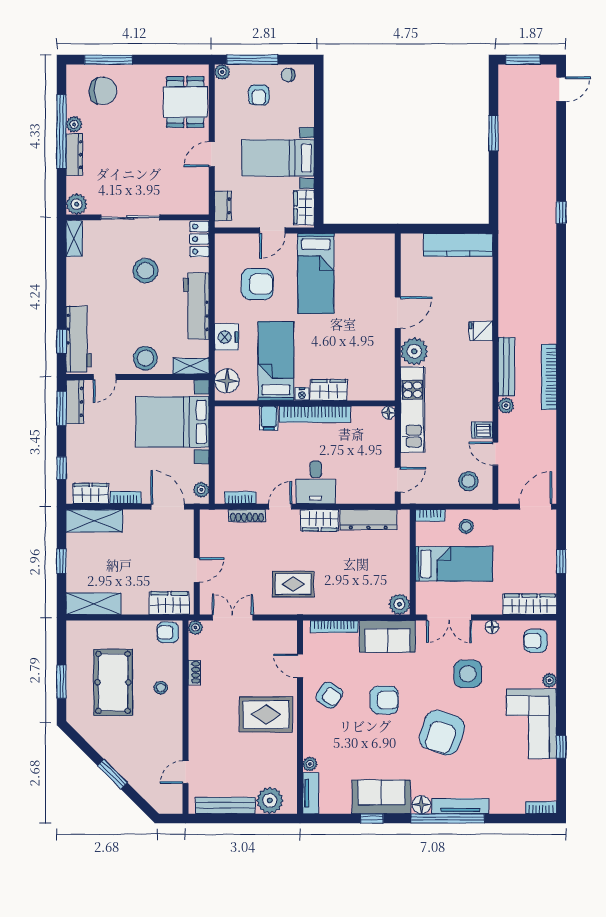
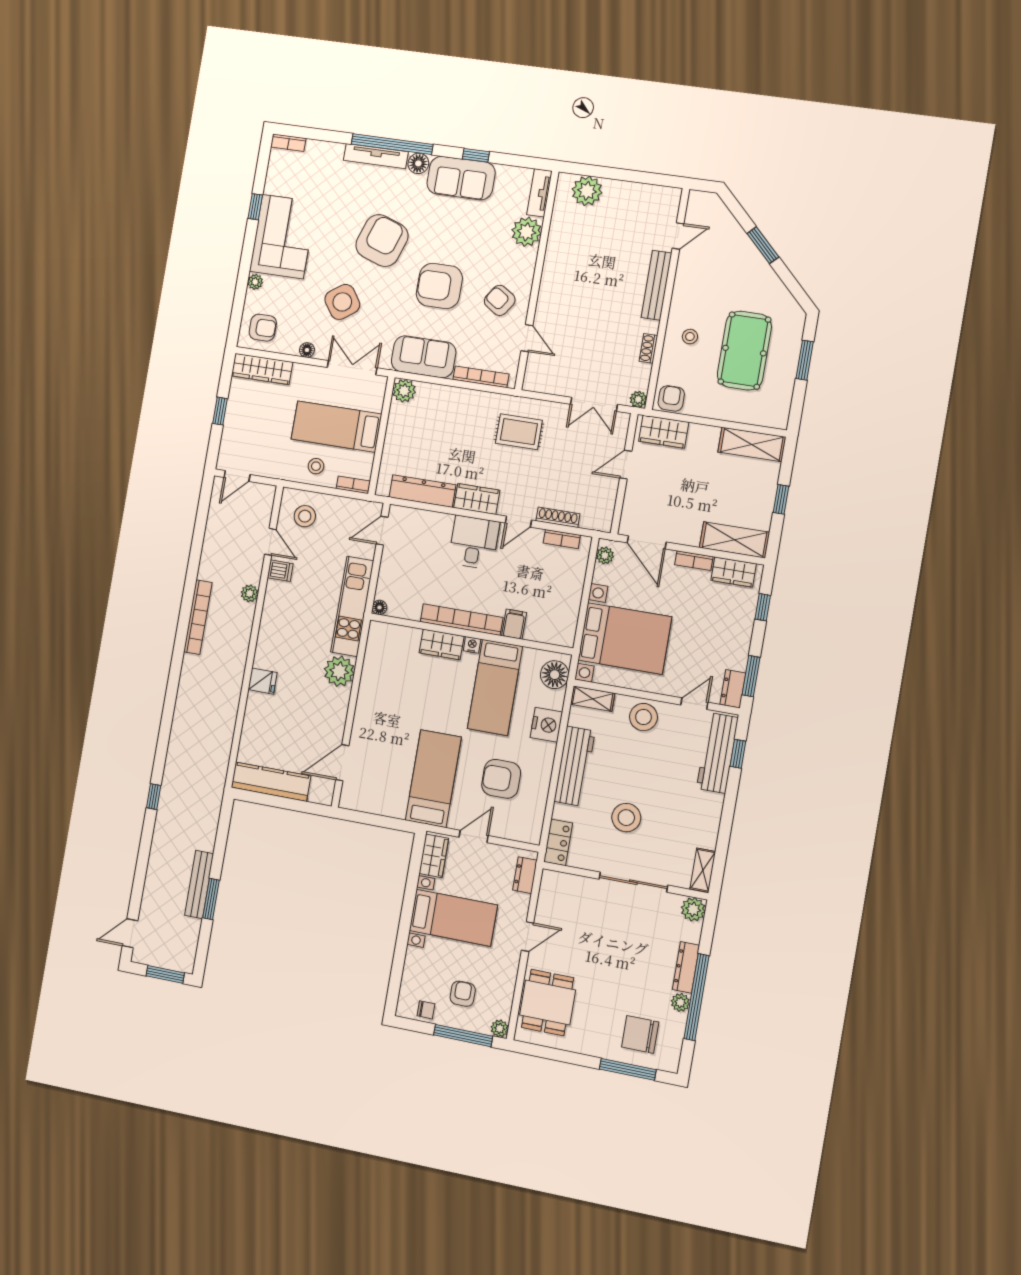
door: (398, 313) -> (342, 763), moved
bench: (506, 367) -> (199, 885), moved
dresser: (75, 402) -> (733, 689), width x0.70
door: (536, 507) -> (237, 476), width x0.73
armchair: (168, 632) -> (671, 398), turned -90
side table: (468, 674) -> (342, 302), turned -35
armchair: (384, 700) -> (439, 286), width x1.36, depth x1.36
rug: (266, 715) -> (575, 289), removed
plant: (310, 764) -> (527, 232), width x1.87, depth x1.87
bench: (225, 805) -> (656, 285), moved, turned 90

